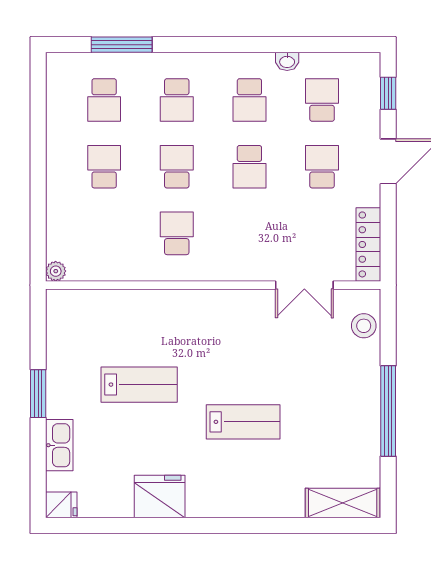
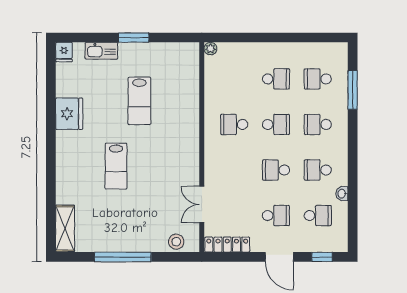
school desk: (177, 233) -> (234, 124), turned 180

